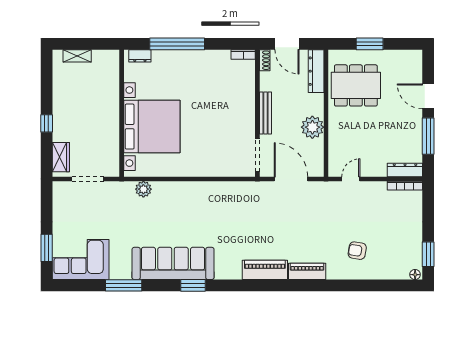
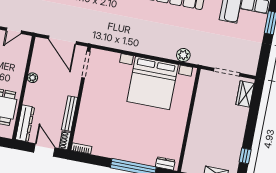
bench: (265, 113) -> (69, 114), moved
window: (47, 123) -> (245, 156), moved
bed with nightstands: (152, 127) -> (153, 83), moved, turned -90
plant: (312, 127) -> (33, 78), width x0.53, depth x0.53

